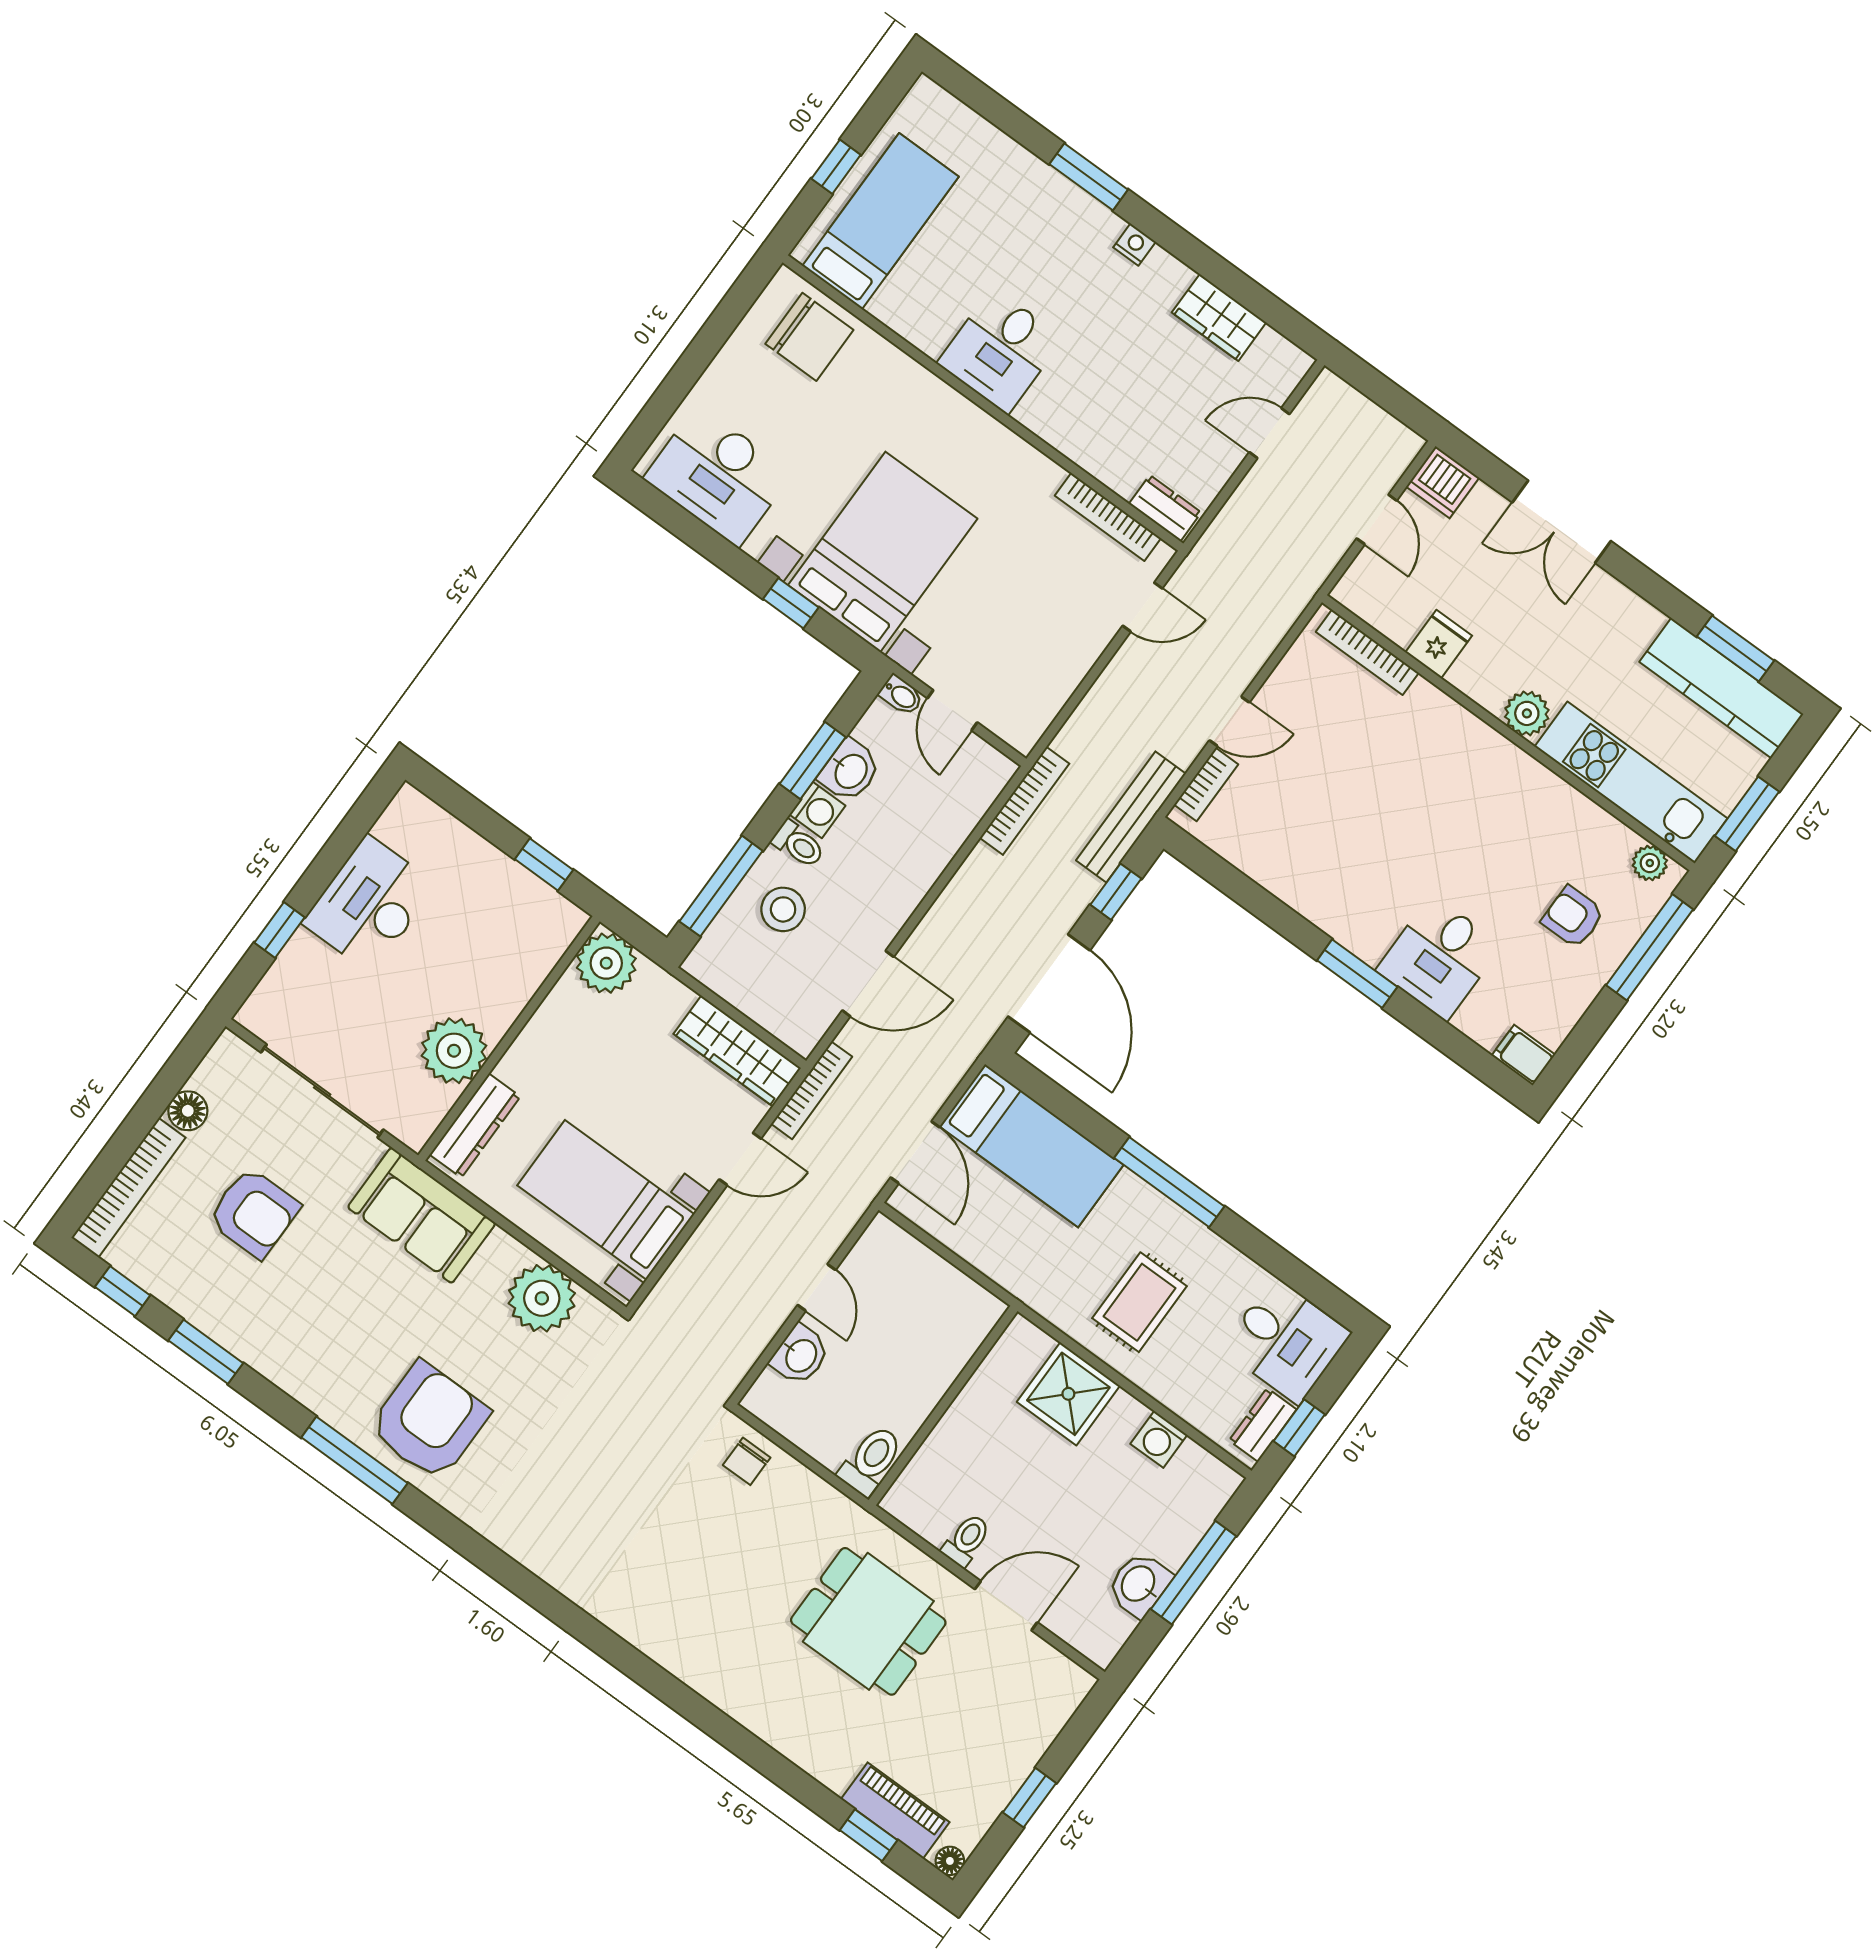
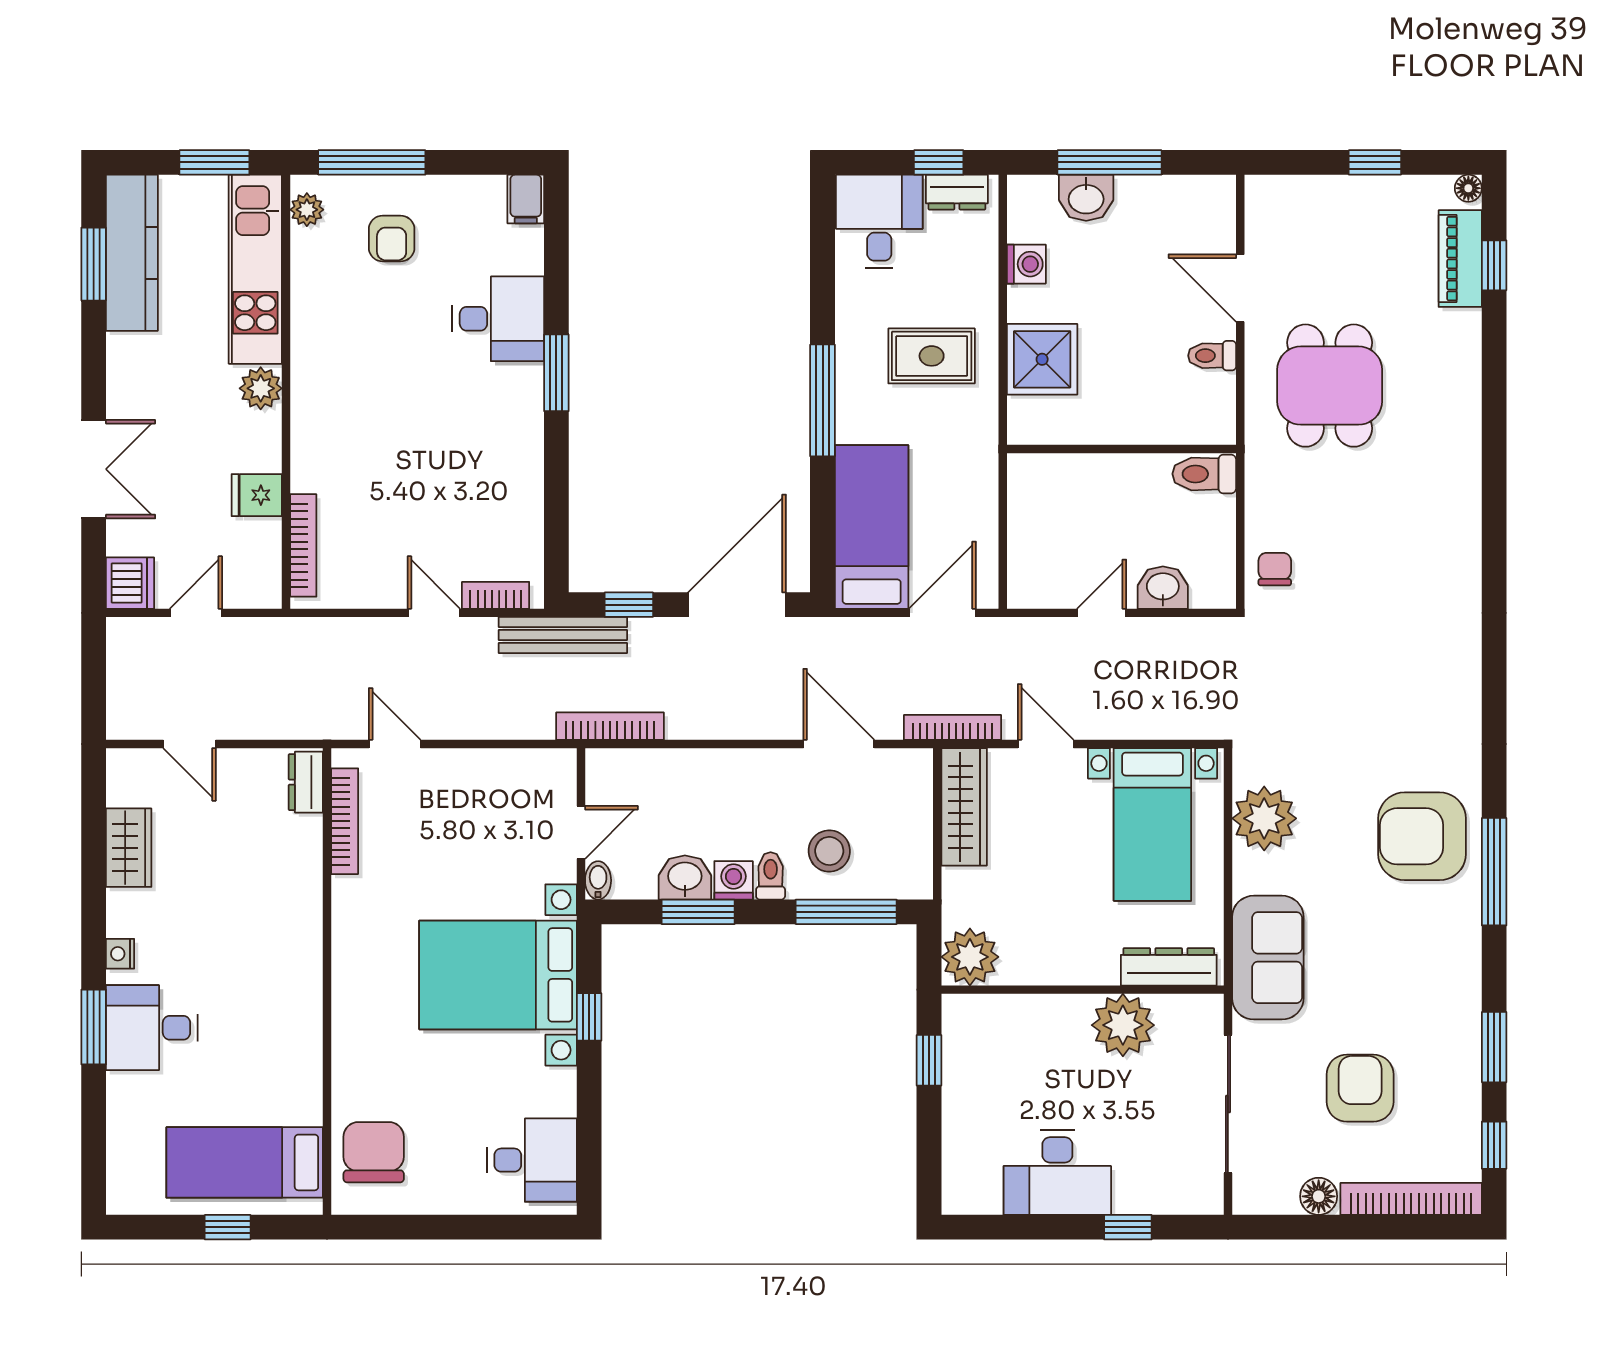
desk: (1000, 351) -> (152, 1028), moved, turned 180
desk: (718, 476) -> (532, 1160), width x0.73
chair: (747, 1461) -> (1275, 569), turned -90
washbasin: (1139, 1584) -> (1086, 198), moved

